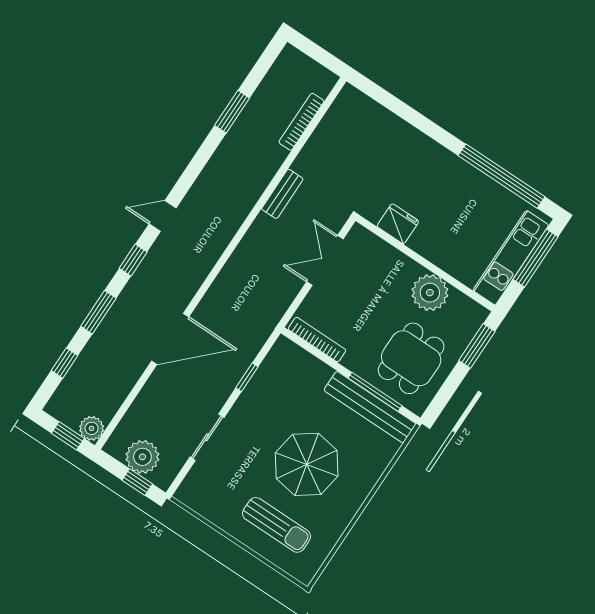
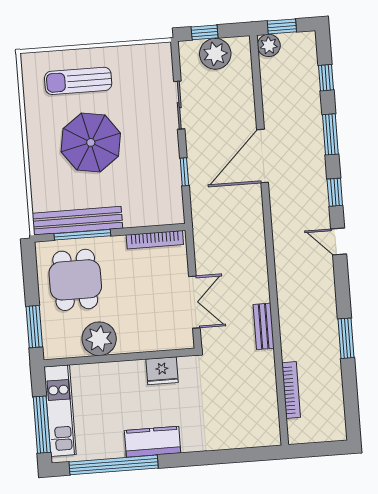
window: (232, 112) -> (346, 338), moved
kitchen counter: (453, 170) -> (153, 442), added
door: (163, 216) -> (339, 241), swing flipped

